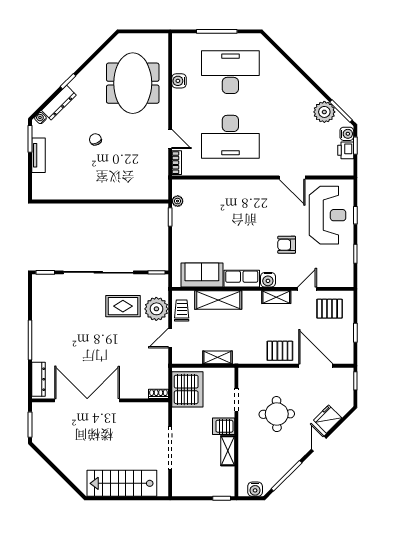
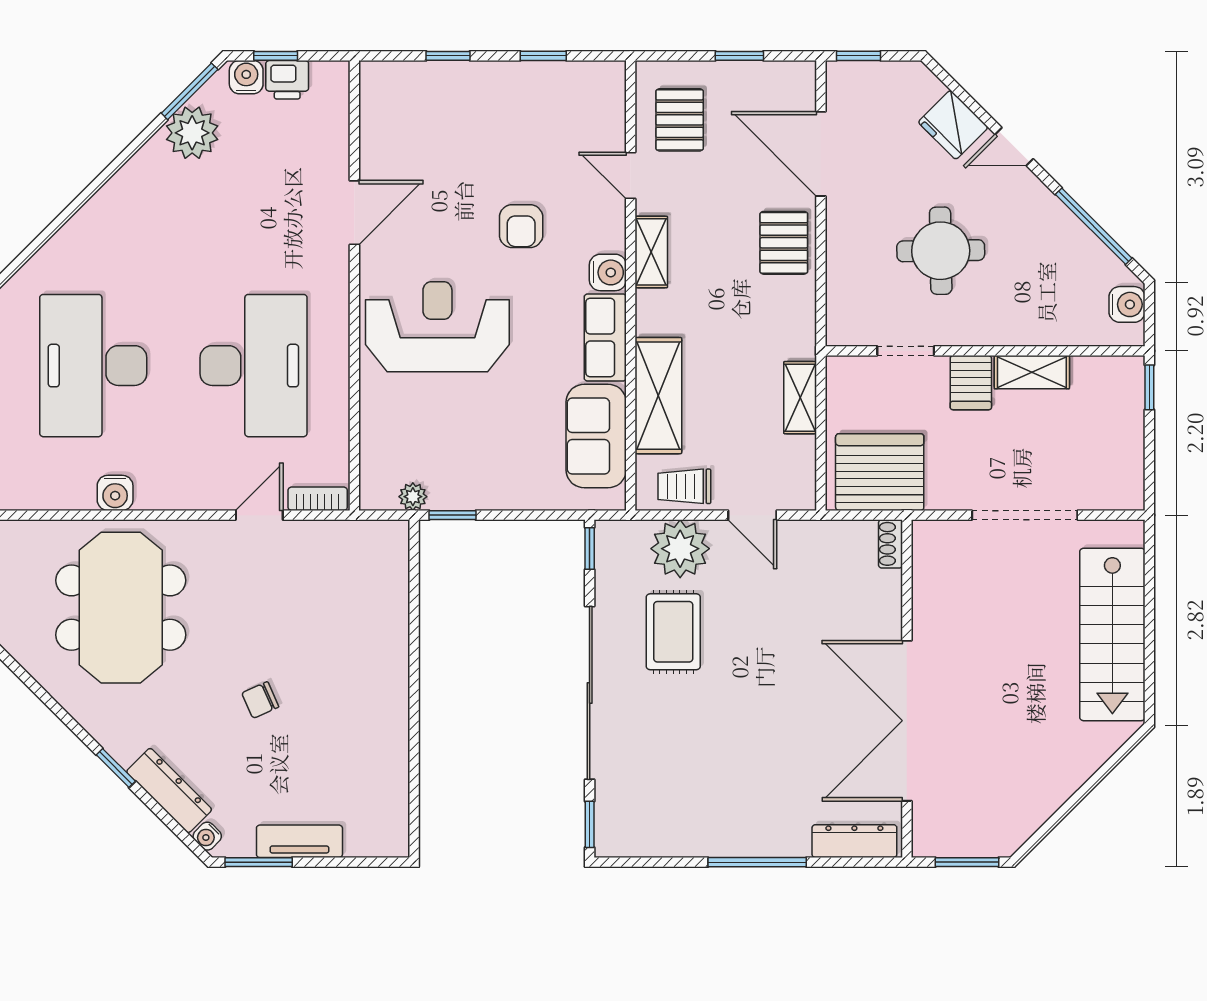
meeting table: (133, 83) -> (121, 608), turned 90
reception desk: (327, 215) -> (437, 327), moved
door: (316, 366) -> (821, 154), hinge flipped

